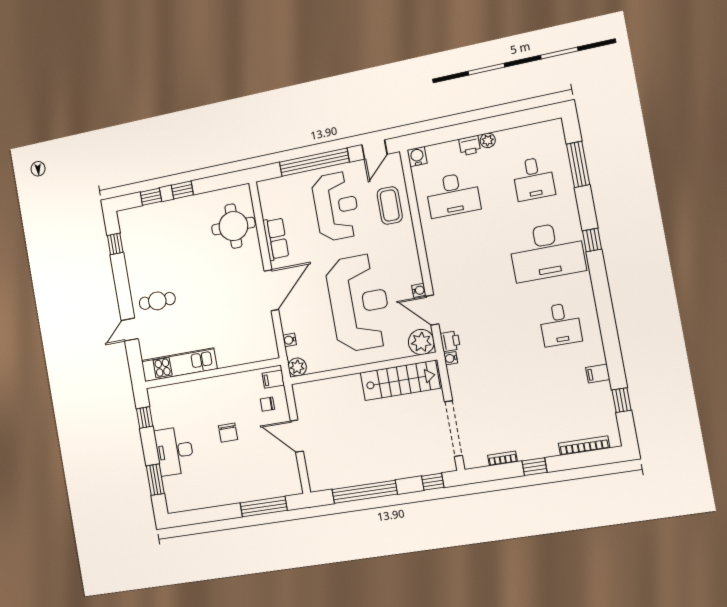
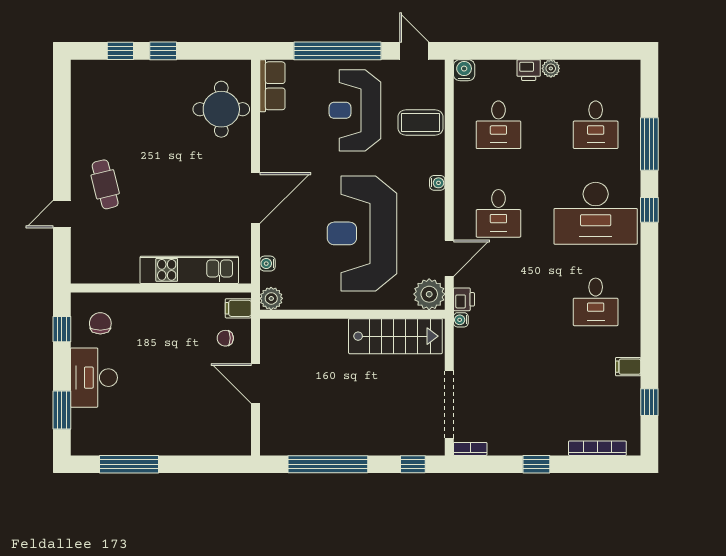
door: (375, 149) -> (414, 51), swing flipped
window: (578, 164) -> (649, 144), moved
desk: (453, 195) -> (498, 125), width x0.73
coffee table: (390, 205) -> (421, 122), turned 90
reception desk: (336, 206) -> (355, 110), turned 180
row of seats: (276, 239) -> (272, 86), moved
window: (115, 244) -> (62, 101), removed
desk: (466, 266) -> (498, 213), added
water cooler: (419, 290) -> (437, 183), moved
cafe table: (157, 301) -> (105, 184), turned 76
reception desk: (359, 303) -> (362, 233), turned 180
door: (432, 310) -> (449, 258), swing flipped
kitchen unit: (179, 365) -> (189, 270), moved
chair: (228, 433) -> (100, 323), moved, turned 180
bookcase: (503, 458) -> (470, 449), moved
window: (264, 507) -> (129, 464), moved

